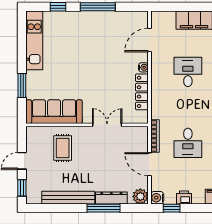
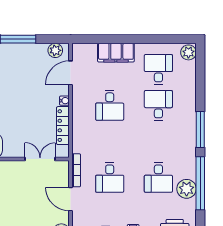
plant: (134, 18) -> (55, 50), added
desk: (188, 72) -> (110, 105), turned 180
double door: (107, 125) -> (40, 159), moved

